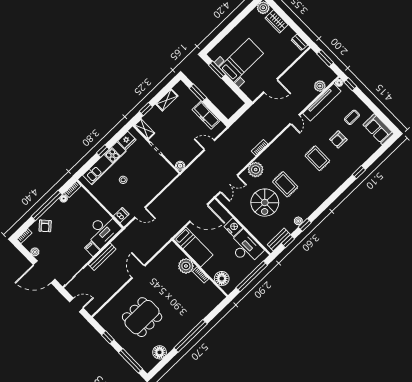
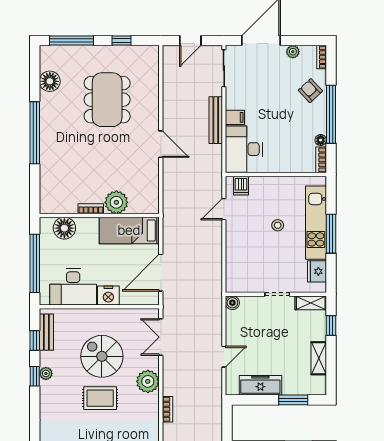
window: (103, 151) -> (331, 234), width x2.17

